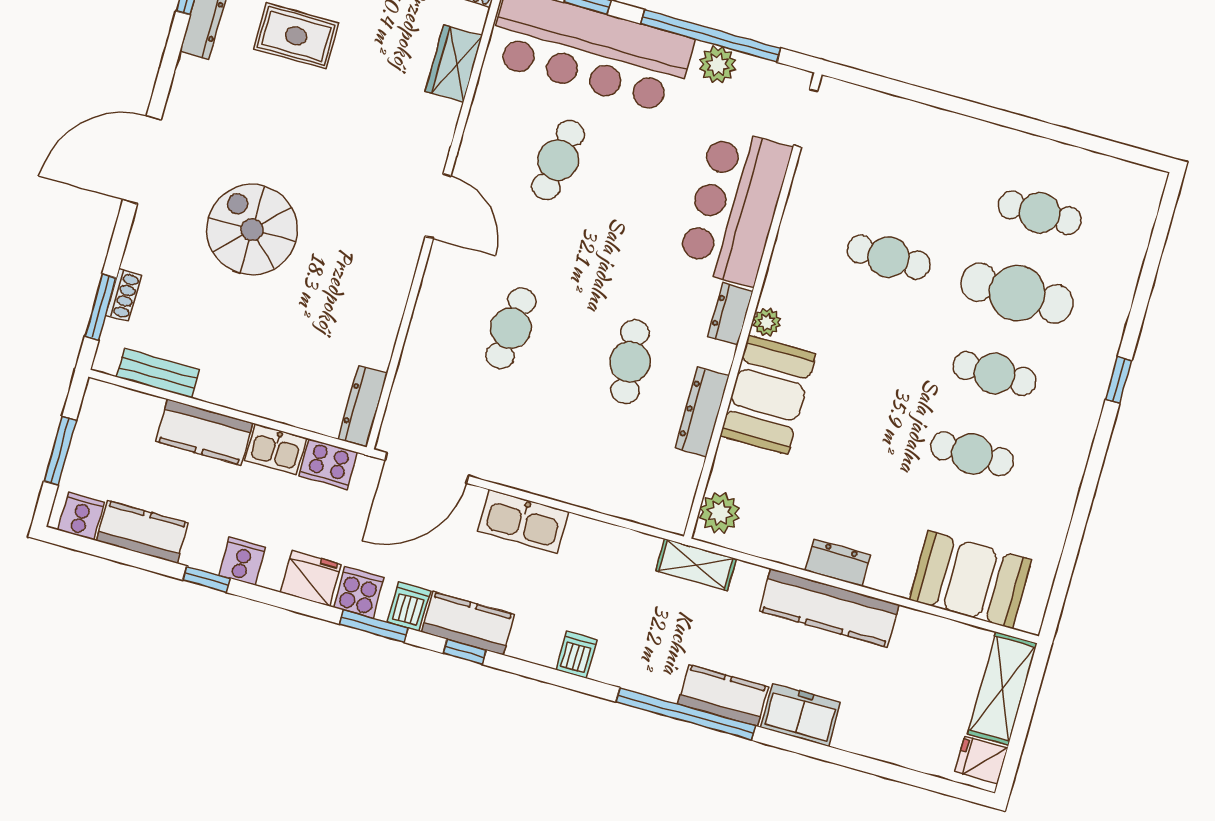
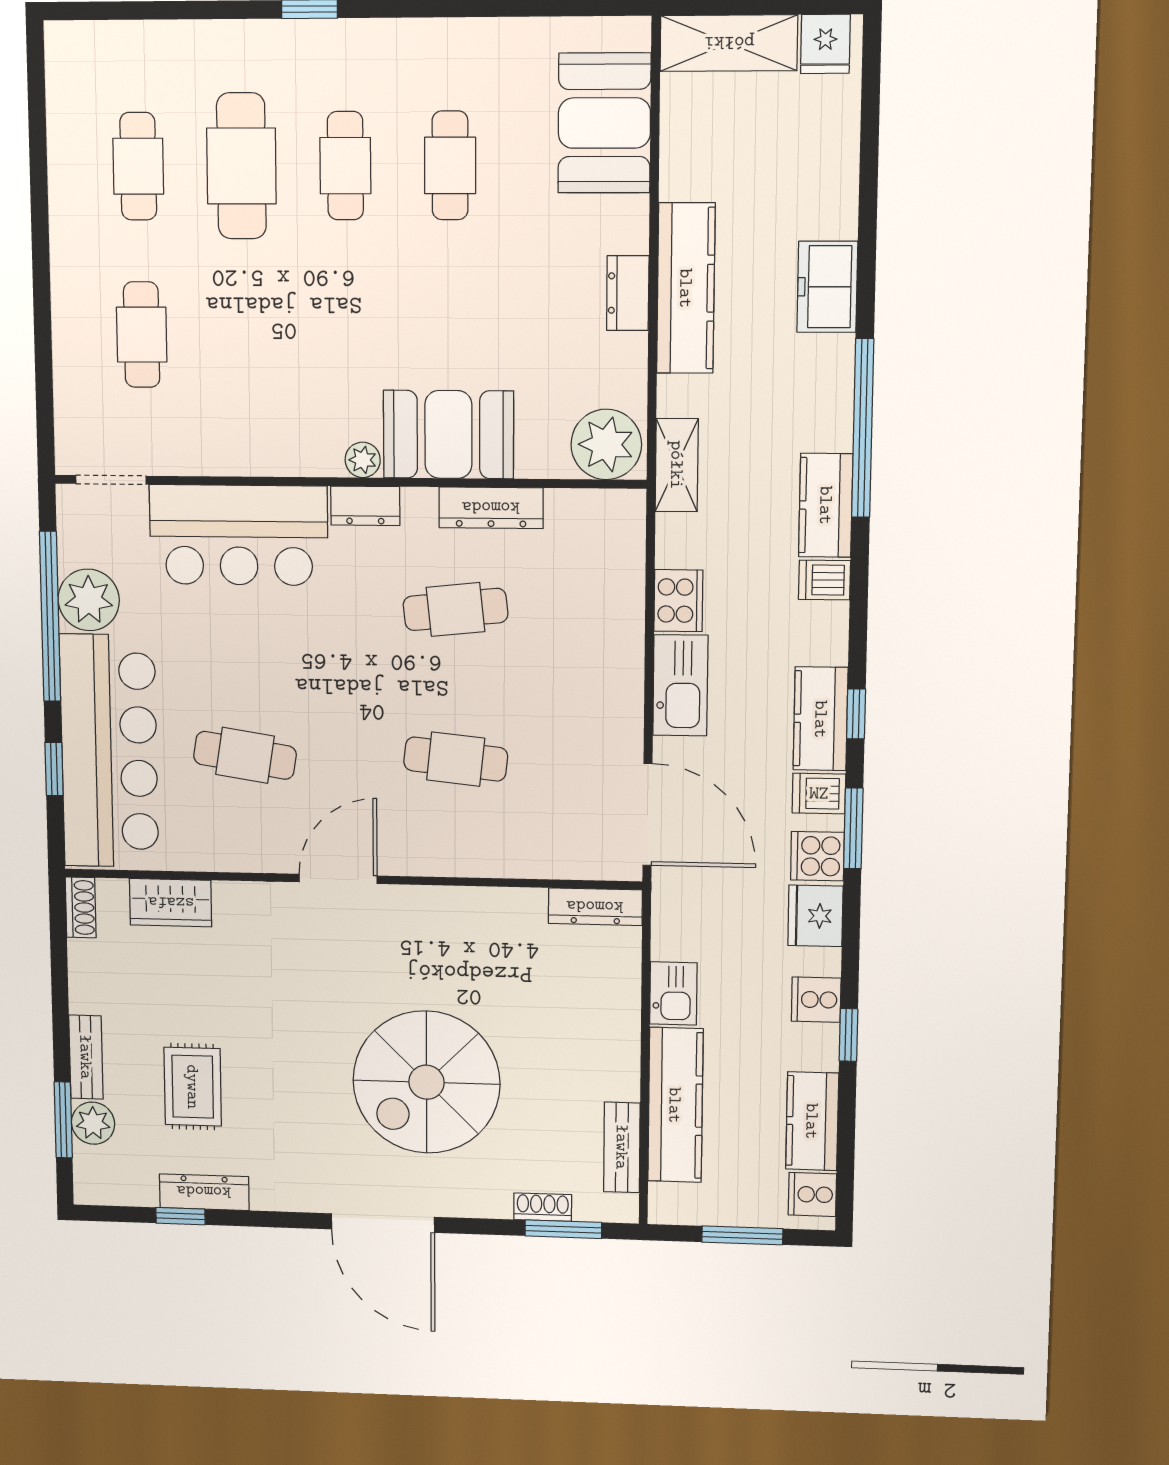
plant: (718, 65) -> (89, 600), width x1.36, depth x1.36
spiral stairs: (252, 230) -> (426, 1082), width x1.37, depth x1.37
cafe table: (889, 257) -> (142, 335), moved
kitchen counter: (204, 432) -> (675, 1105), width x1.50
cooker: (328, 464) -> (678, 601), moved
plant: (720, 513) -> (606, 444), width x1.36, depth x1.36
kitchen counter: (723, 696) -> (826, 505), moved

